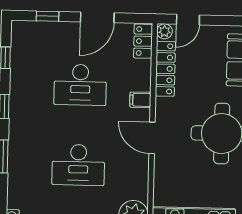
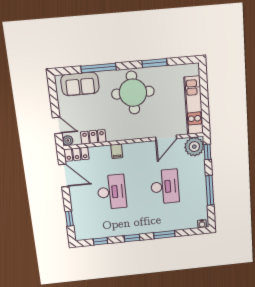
door: (97, 17) -> (64, 176), moved
locker: (165, 69) -> (93, 137), width x0.66
door: (152, 138) -> (166, 138), moved

